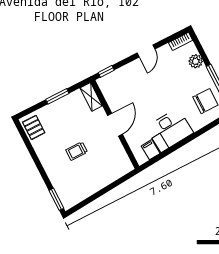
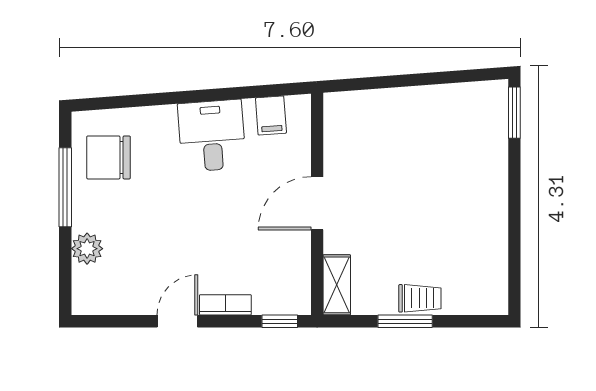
bookcase: (181, 41) -> (225, 305), moved
pallet: (34, 127) -> (486, 283), removed
desk: (170, 130) -> (212, 136), width x0.73
trolley: (77, 151) -> (420, 298), moved

